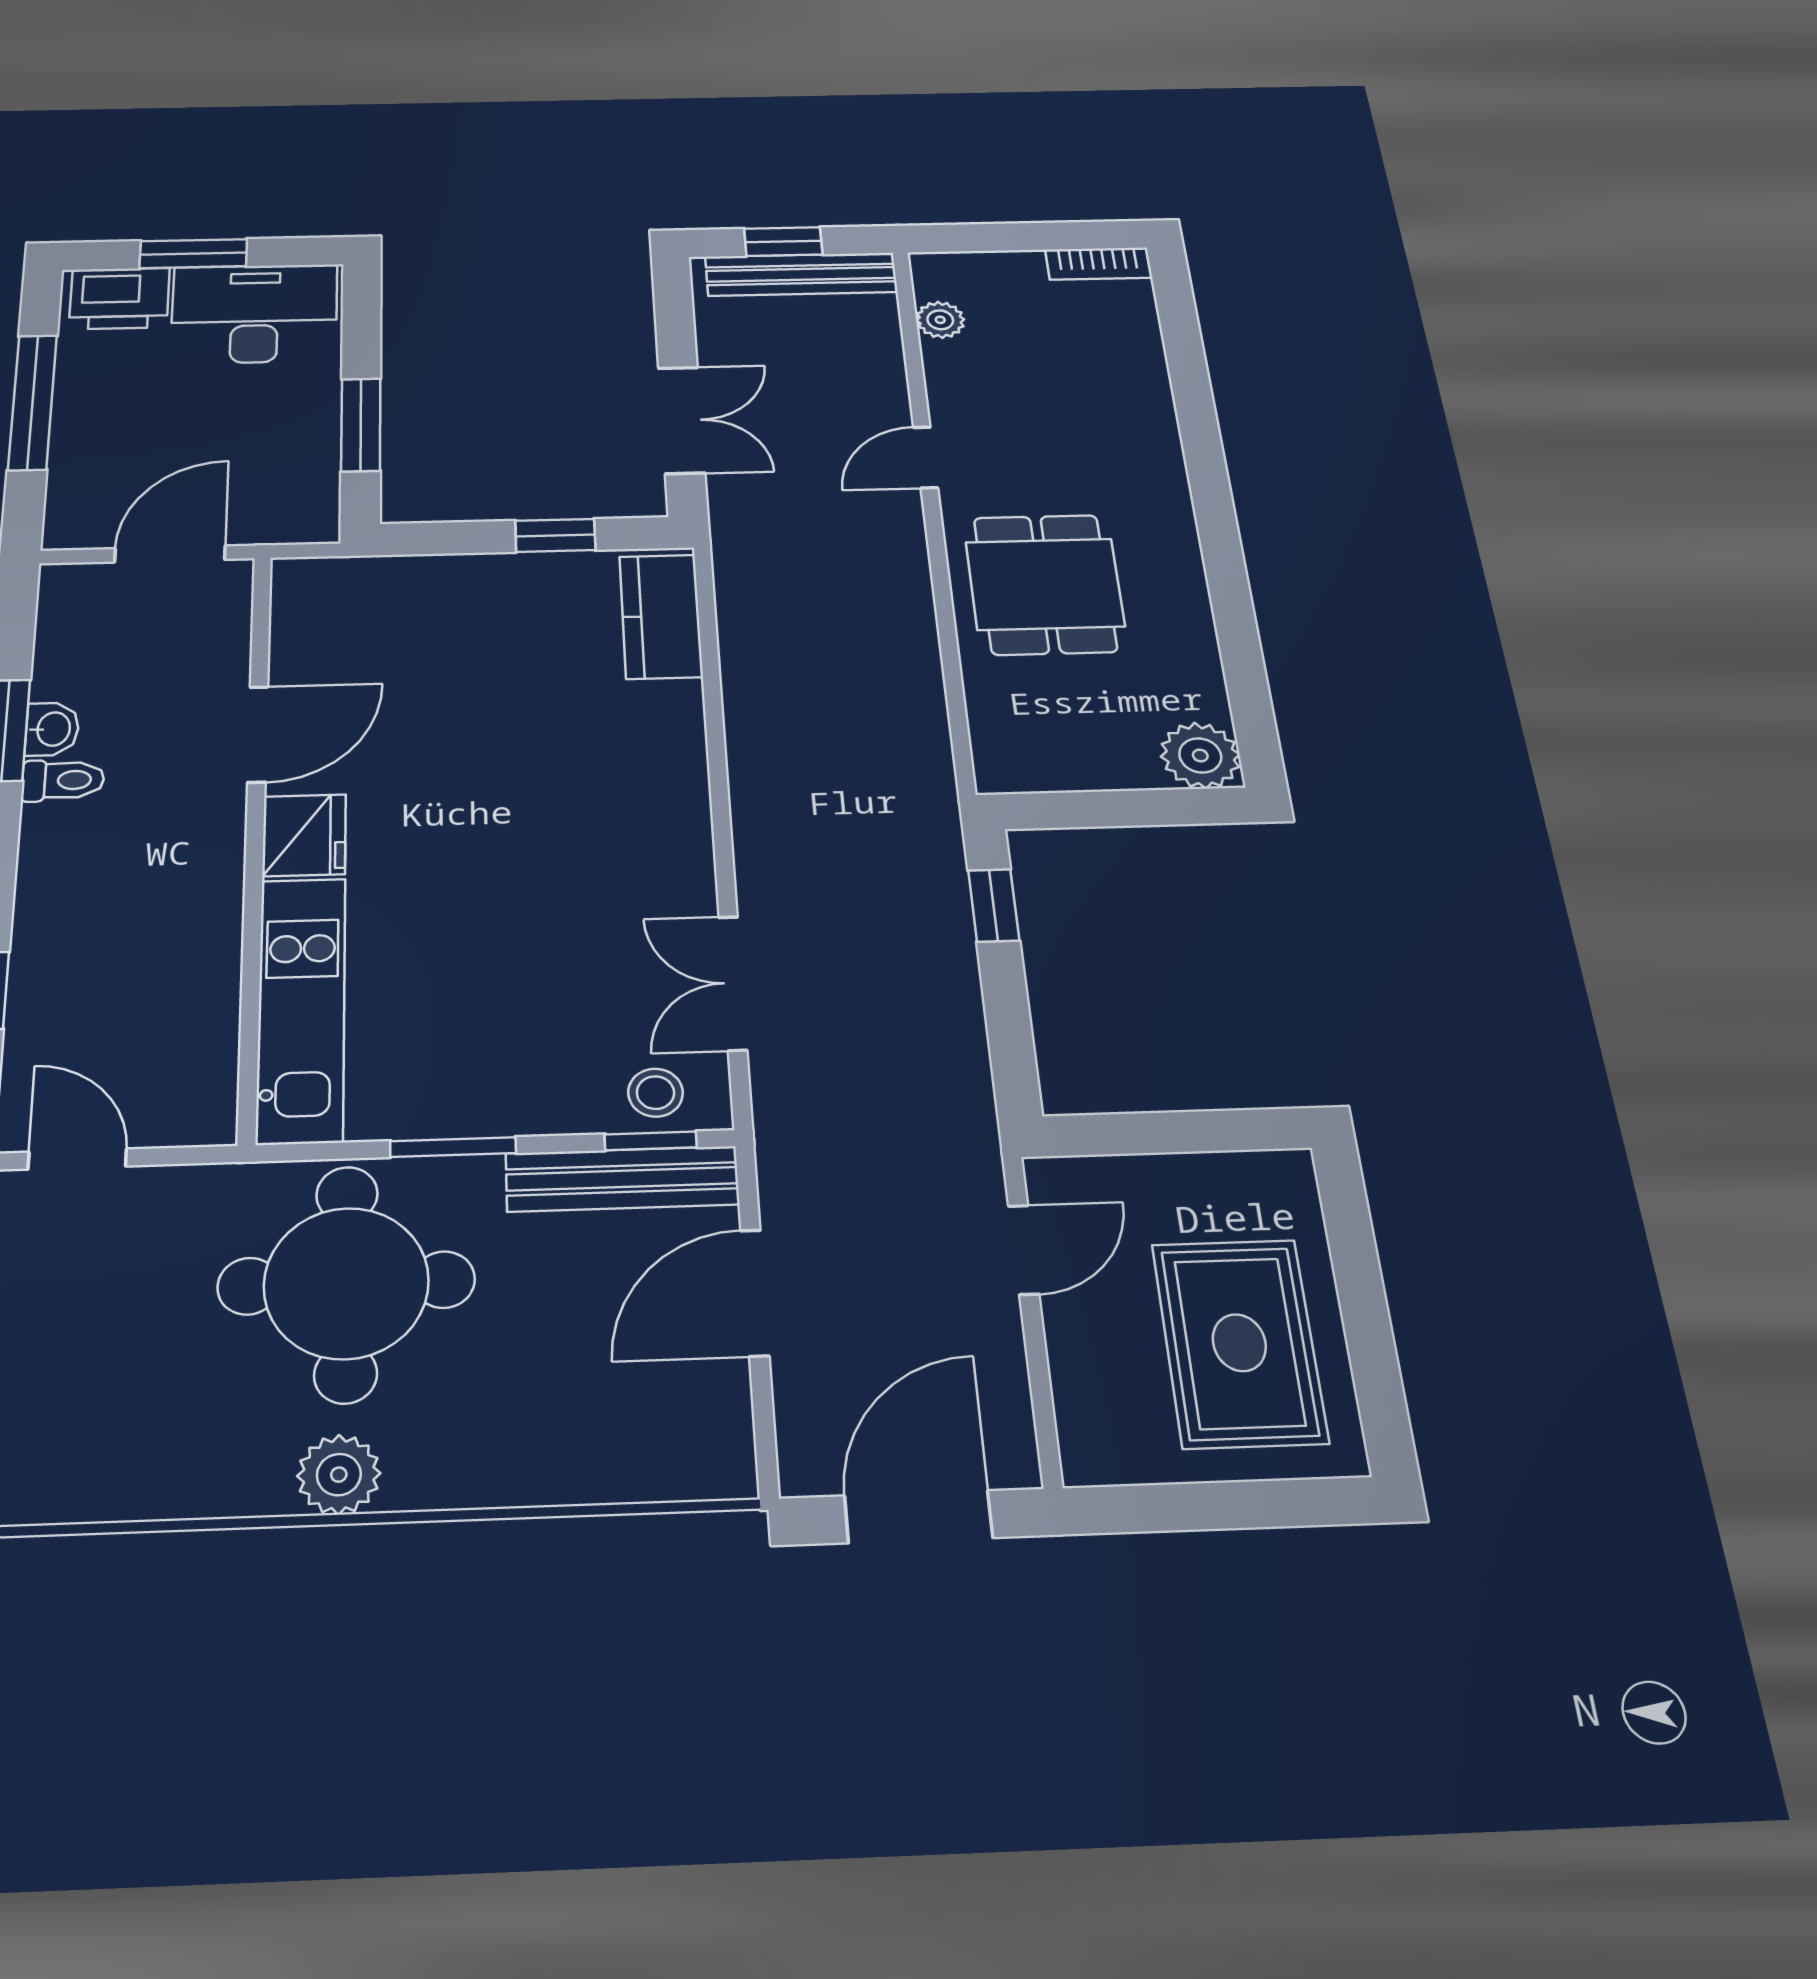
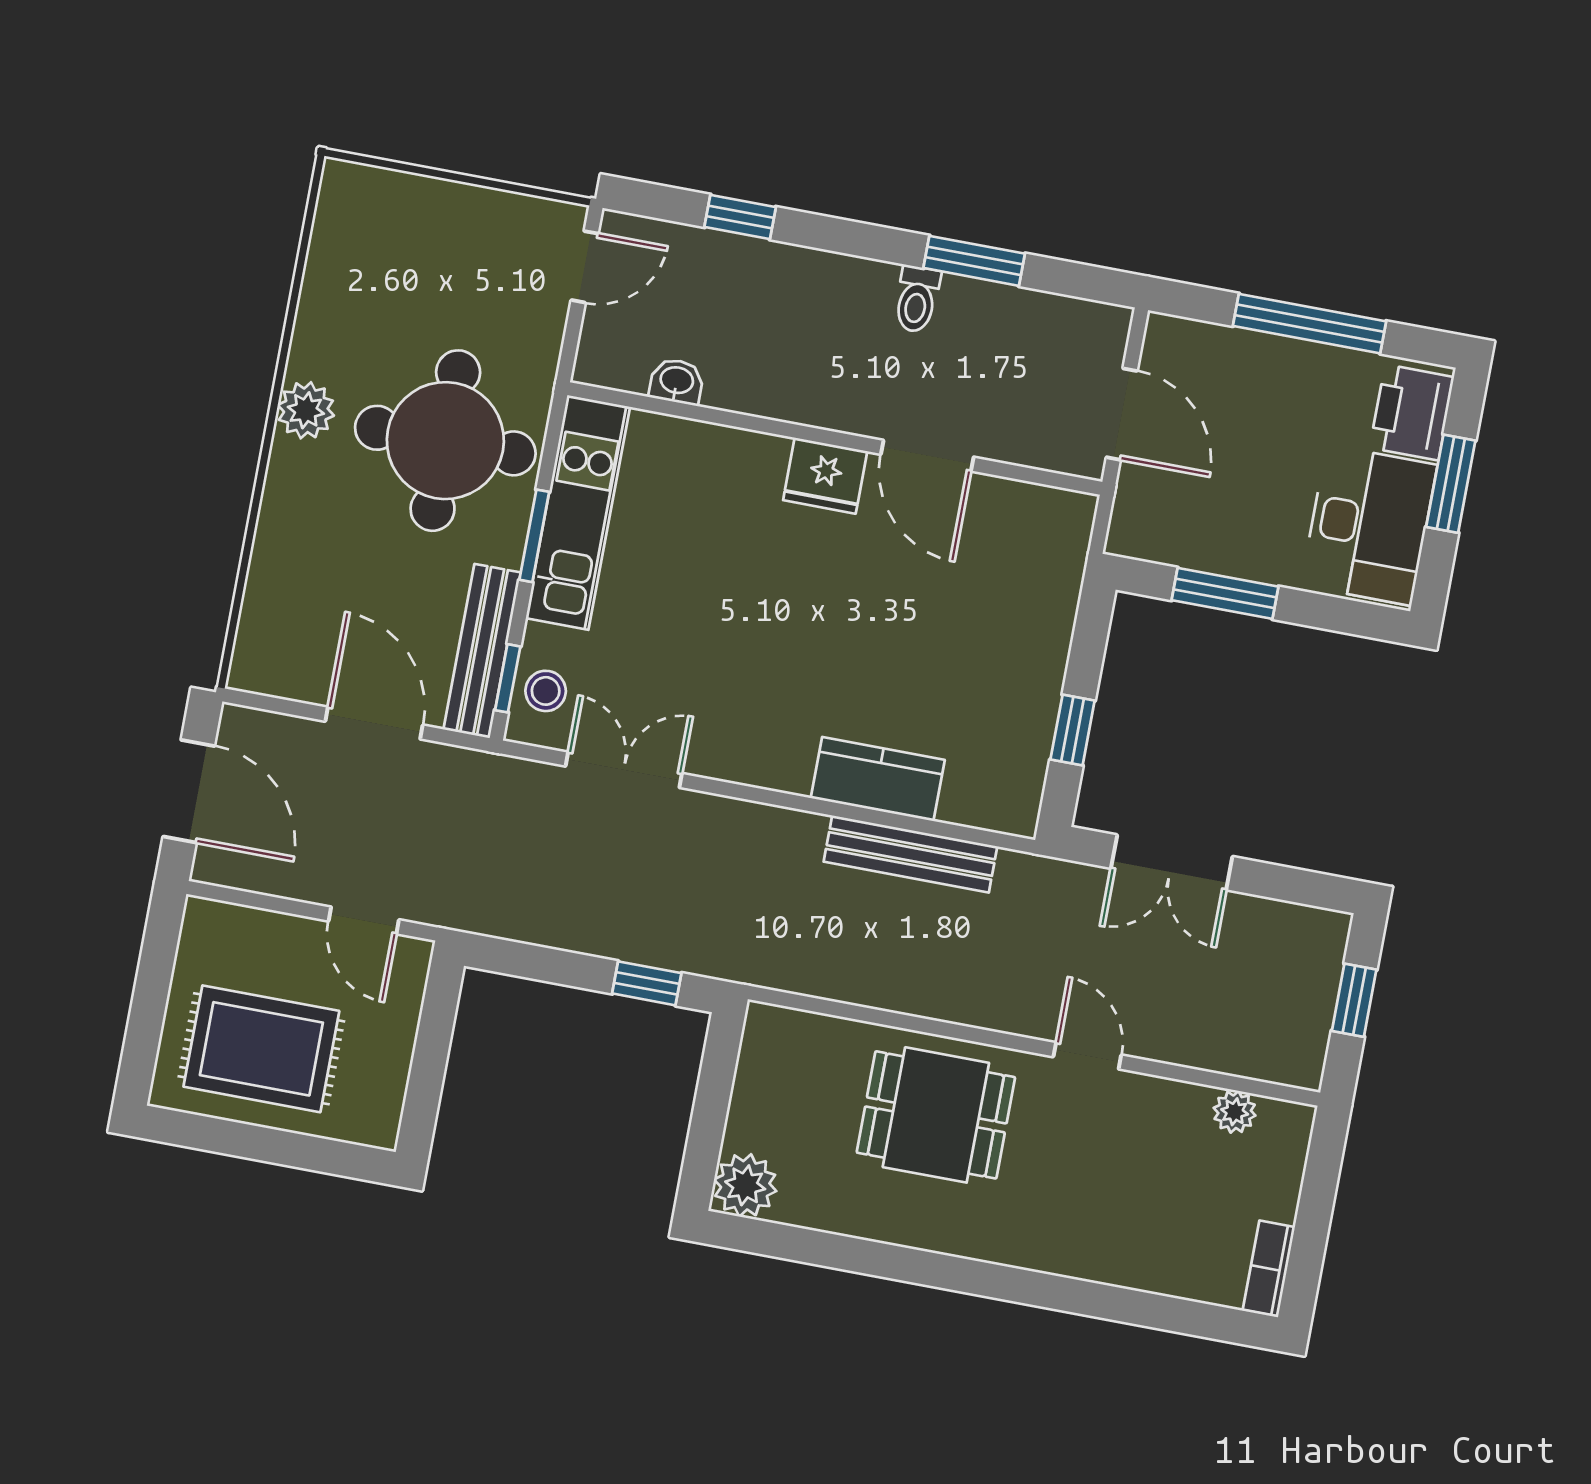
bench: (801, 274) -> (910, 854), moved, turned 90
kitchen counter: (661, 616) -> (878, 779), moved
washbasin: (52, 729) -> (677, 381), moved, turned 180
kitchen unit: (301, 1009) -> (578, 512), moved, turned -90

